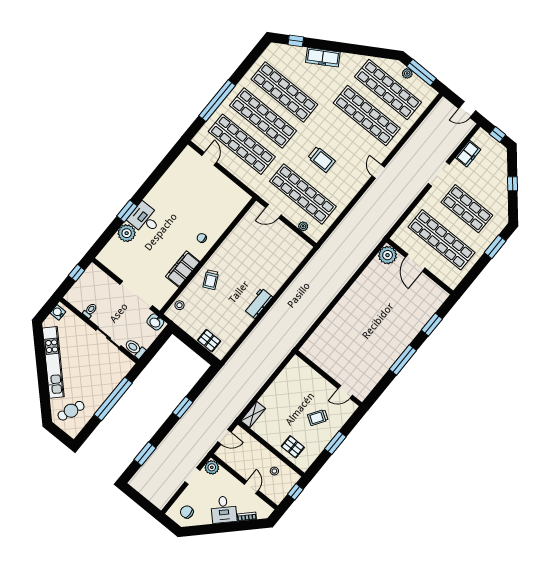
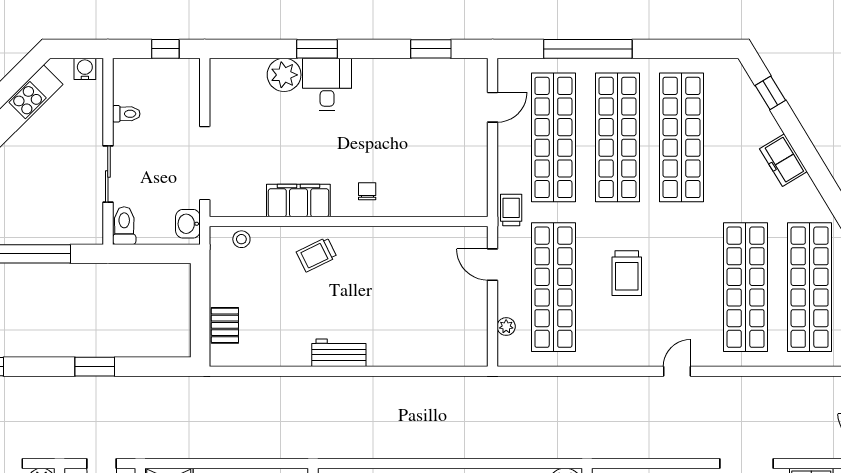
freezer: (323, 57) -> (783, 160), width x0.71
window: (165, 165) -> (431, 49), added
trolley: (257, 186) -> (511, 210), added

